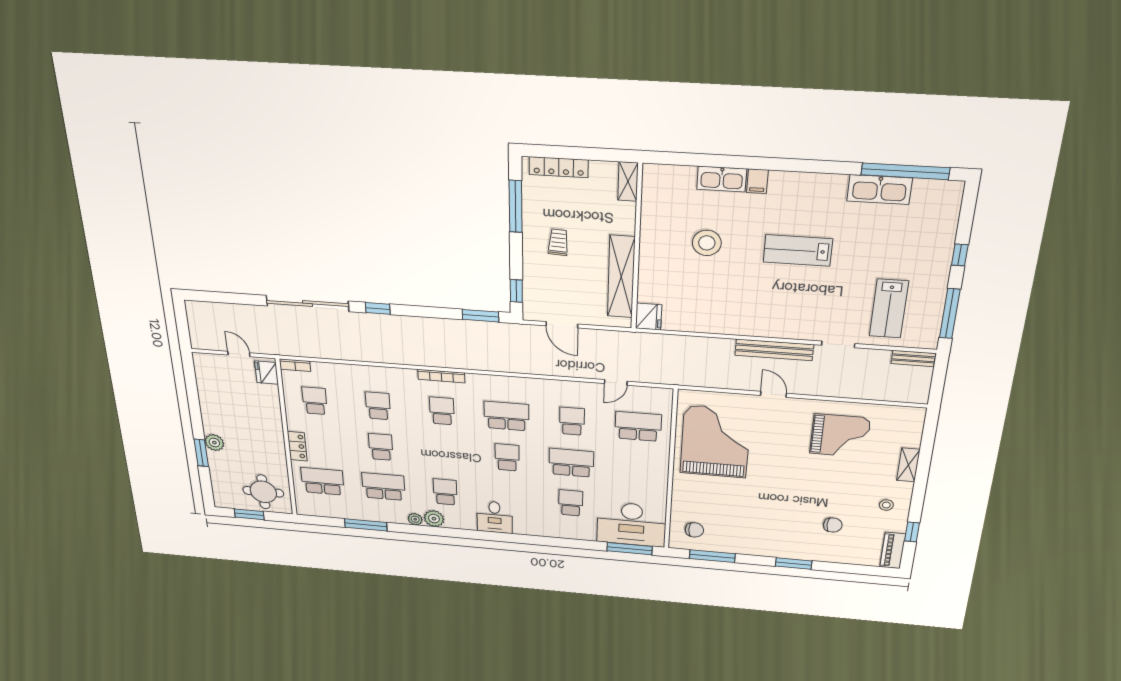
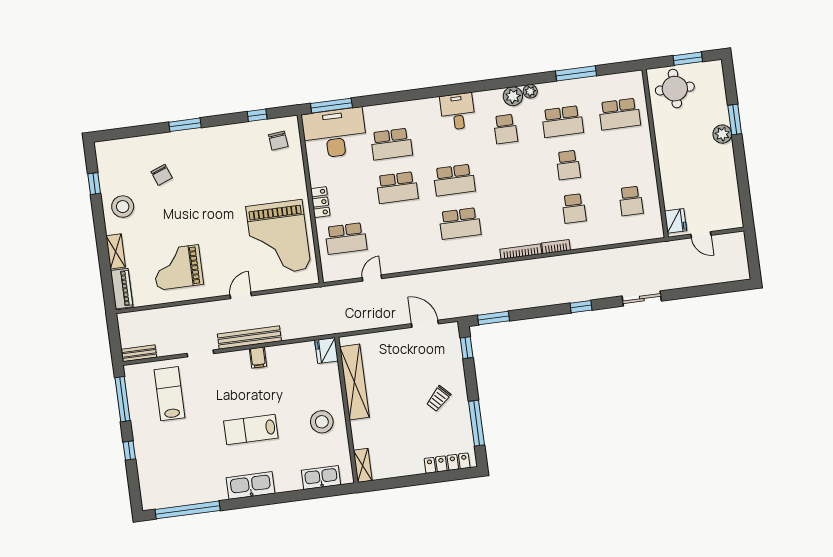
shelving: (628, 181) -> (363, 465), moved
filing cabinet: (757, 181) -> (258, 357), moved, turned 180
kitchen sink: (879, 190) -> (251, 485), moved
trolley: (558, 242) -> (438, 399), turned 42
wall: (637, 248) -> (346, 410), moved
lab bench: (798, 250) -> (251, 430), turned 180
shelving: (621, 277) -> (354, 382), moved
sliding door: (307, 303) -> (642, 299), width x0.54
fridge: (649, 317) -> (326, 351), moved
bookcase: (295, 365) -> (556, 247), moved
door: (773, 394) -> (241, 295), swing flipped
school desk: (442, 411) -> (517, 216), removed
school desk: (572, 421) -> (403, 231), removed
locker: (297, 446) -> (320, 202), moved, turned 180
school desk: (507, 457) -> (454, 180), width x1.85
school desk: (571, 503) -> (391, 144), width x1.85
stool: (886, 505) -> (123, 207), width x1.89, depth x1.89
chair: (833, 525) -> (162, 175), turned -111
chair: (694, 530) -> (278, 141), turned -96
piano: (893, 550) -> (122, 289), moved
window: (712, 556) -> (257, 115), width x0.46

